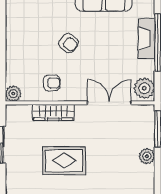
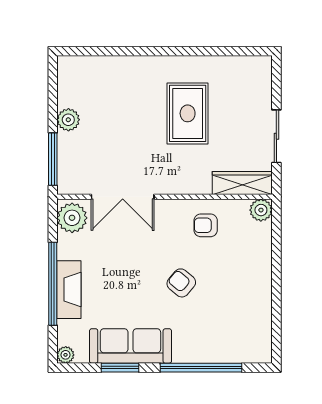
wardrobe: (53, 112) -> (242, 183), moved
rug: (64, 161) -> (188, 113), turned 90

